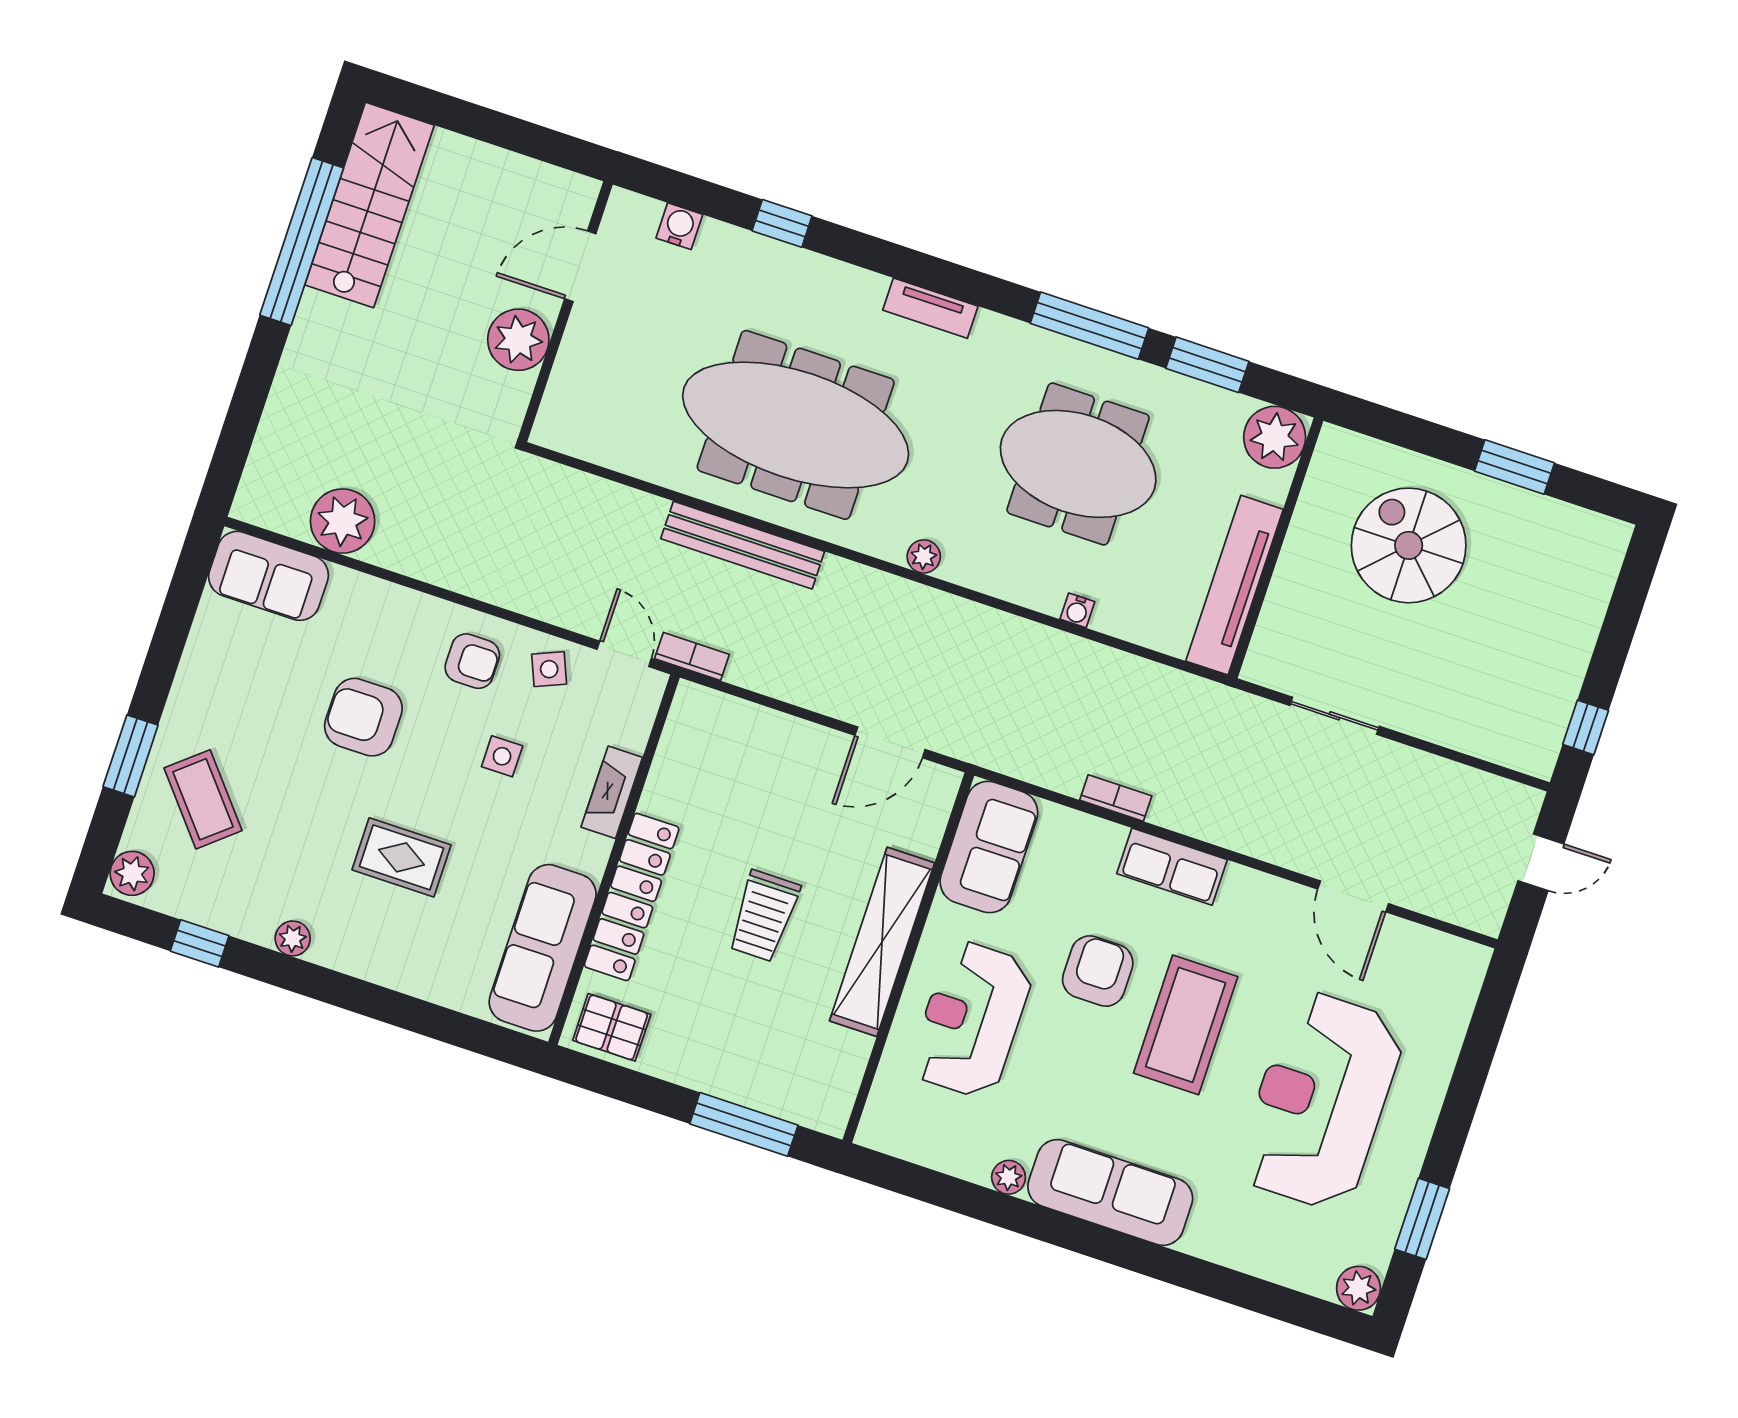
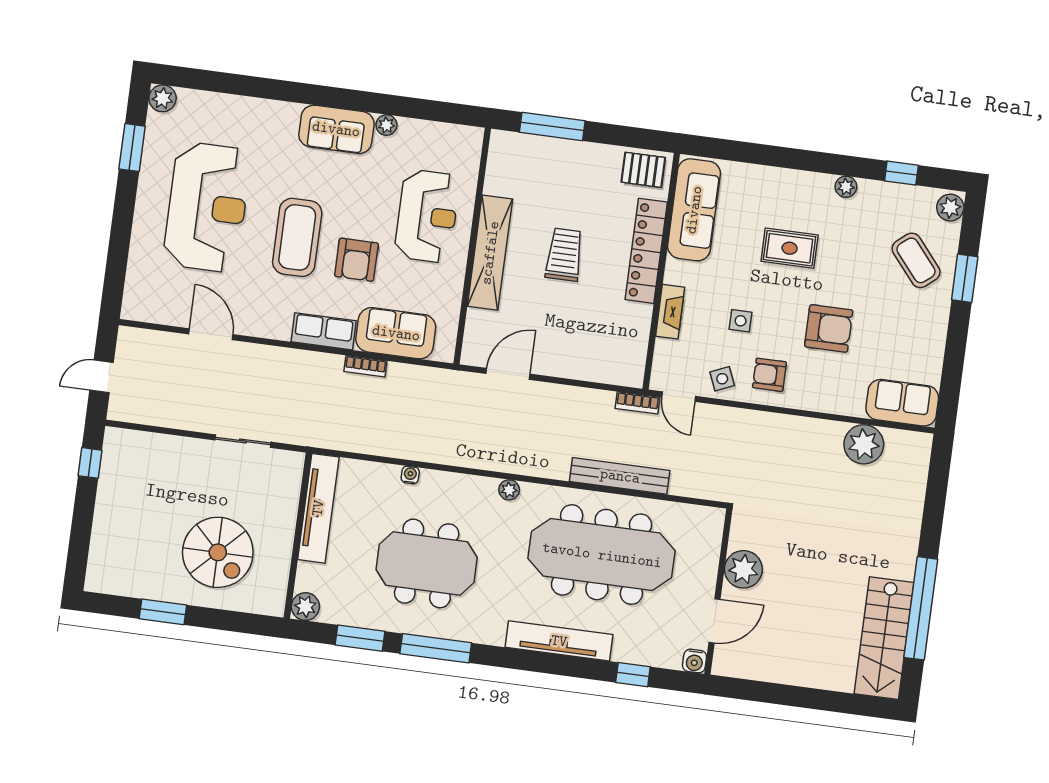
door: (580, 266) -> (714, 621), moved
tv unit: (930, 308) -> (559, 641), width x1.92, depth x1.29
wall: (565, 312) -> (718, 592), moved
plant: (518, 340) -> (743, 569), moved
plant: (1275, 437) -> (305, 607), width x0.73, depth x0.73
sofa: (989, 847) -> (396, 333), moved, turned 90
sofa: (1110, 1193) -> (336, 129), width x0.73

